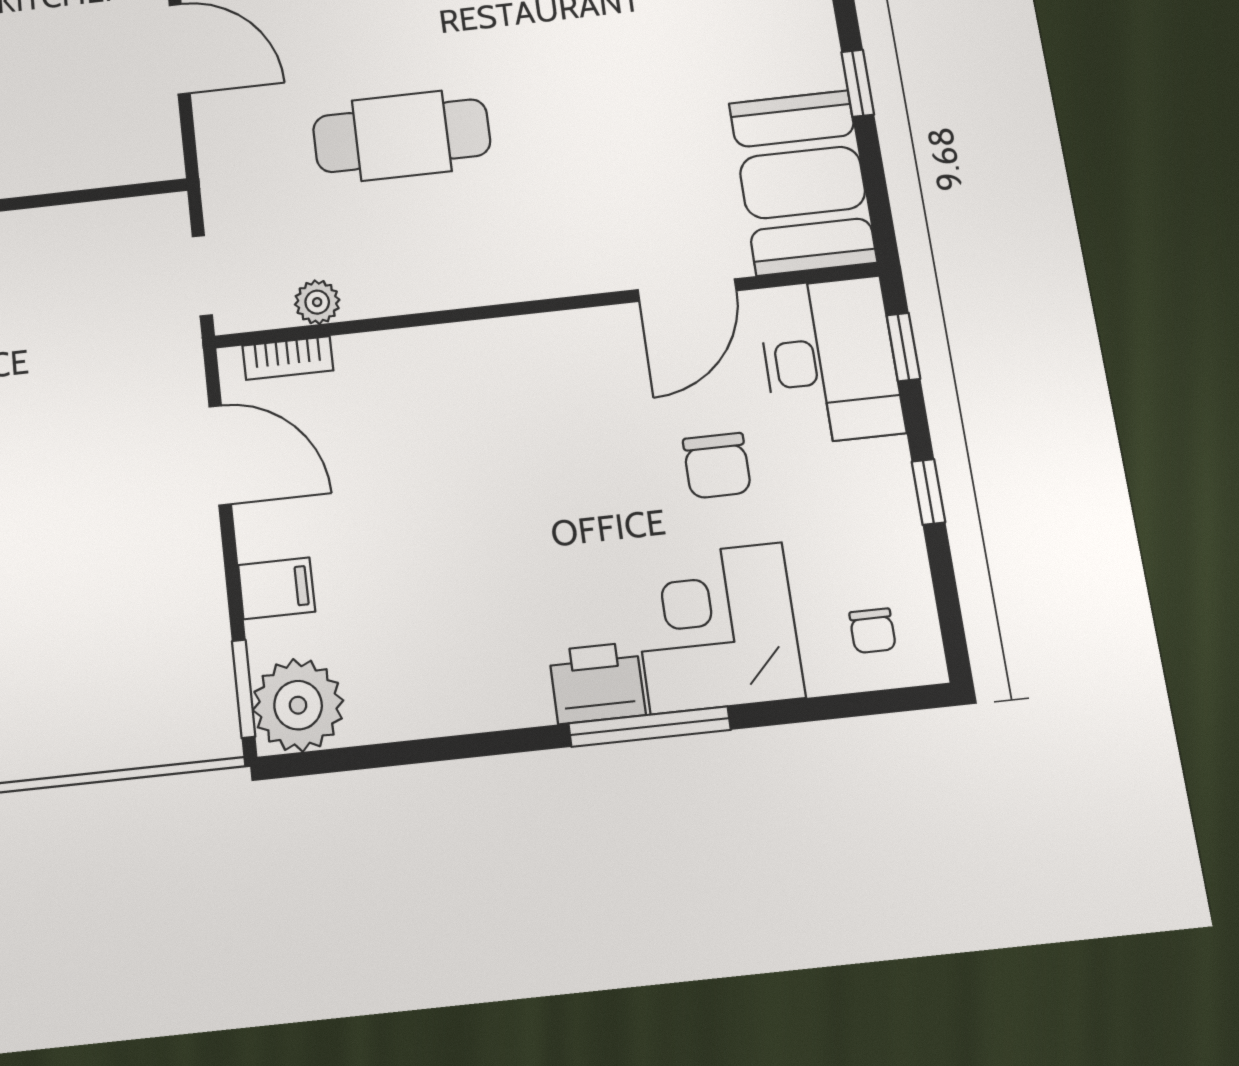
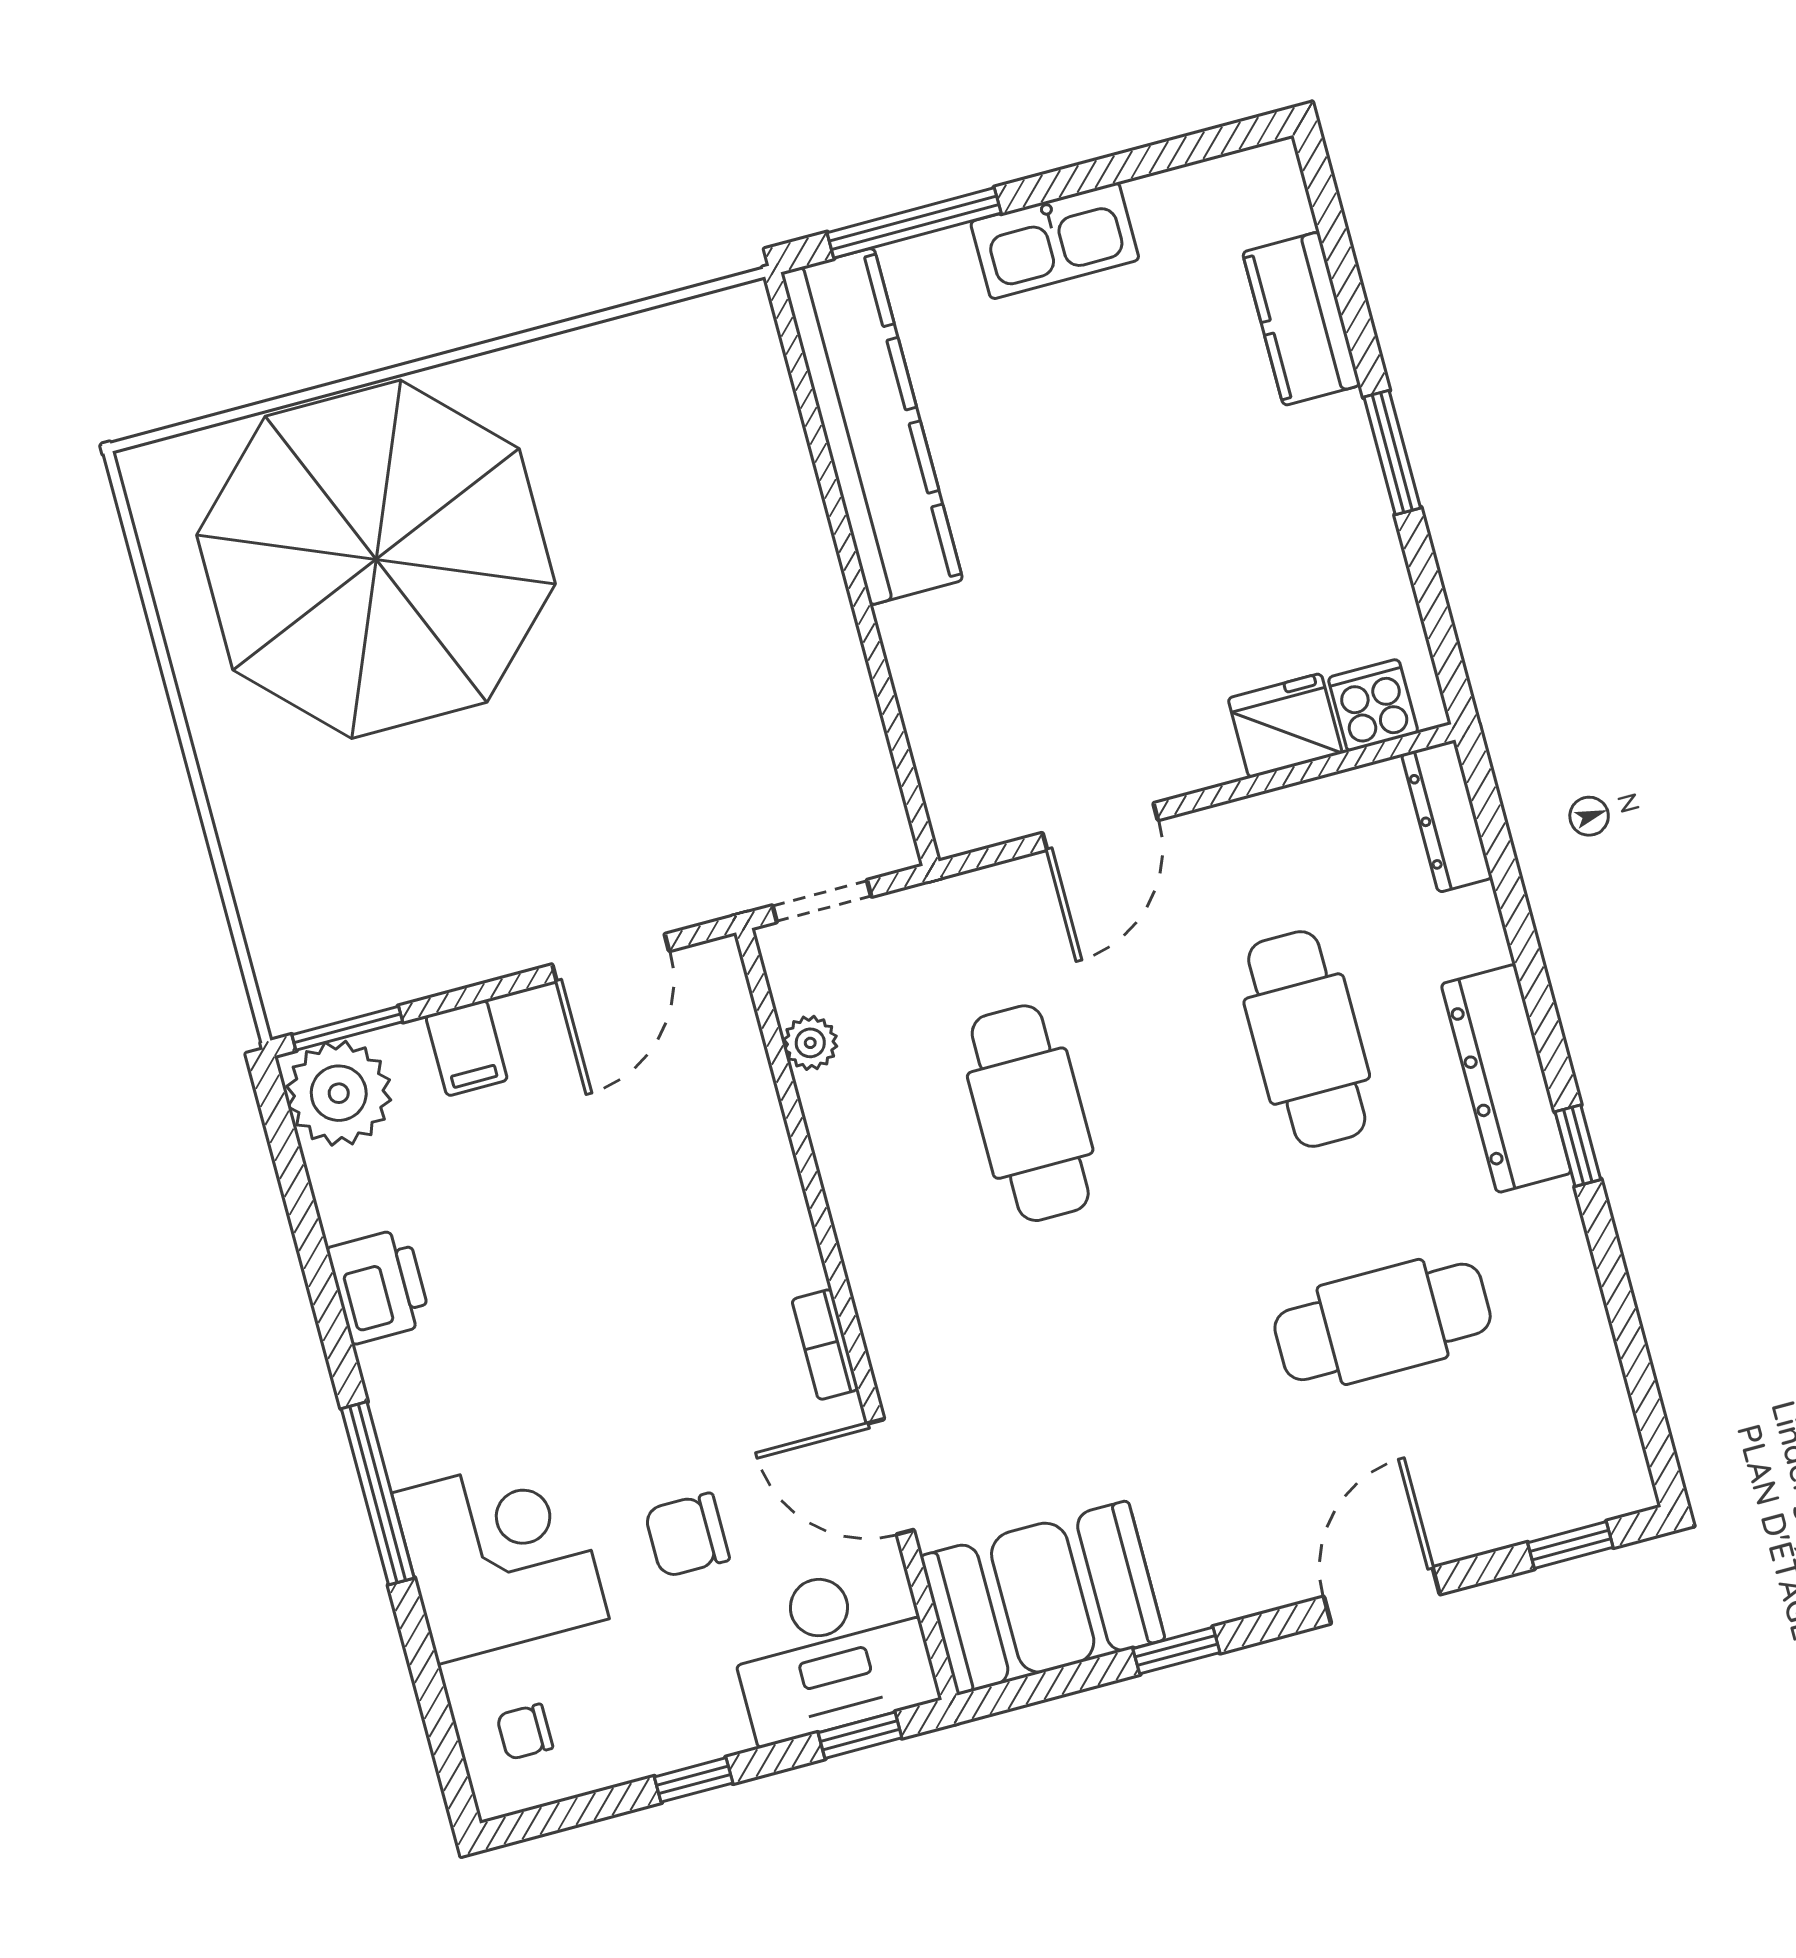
bookcase: (288, 358) -> (825, 1345), moved
printer: (597, 683) -> (379, 1286), moved

